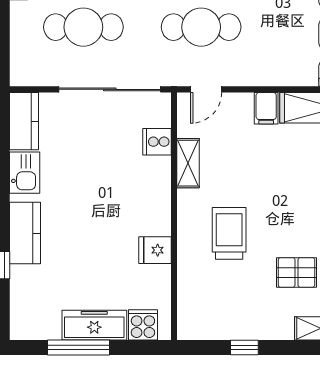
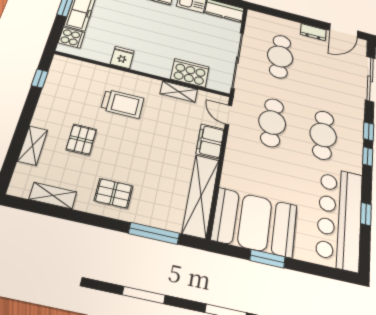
filing cabinet: (266, 108) -> (210, 141), width x2.00
cooker: (157, 142) -> (190, 73), width x1.87, depth x1.31
window: (244, 348) -> (40, 79), moved

